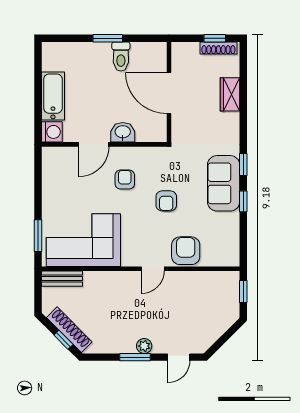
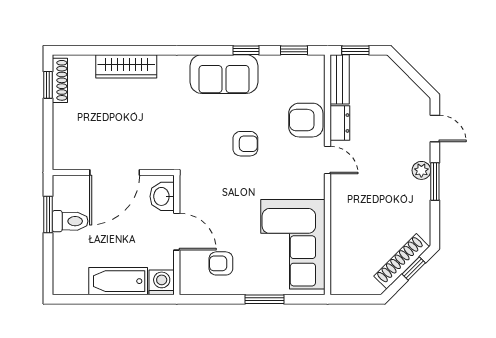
toilet: (121, 56) -> (70, 221), moved
wall: (169, 92) -> (113, 173), moved
door: (169, 93) -> (115, 173), moved
wardrobe: (230, 94) -> (126, 66), width x1.50
window: (243, 165) -> (294, 50), moved
armchair: (125, 180) -> (221, 263), moved
window: (38, 236) -> (264, 299), moved
bench: (62, 279) -> (340, 79), moved
dresser: (183, 279) -> (340, 123), added

